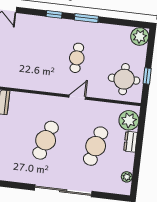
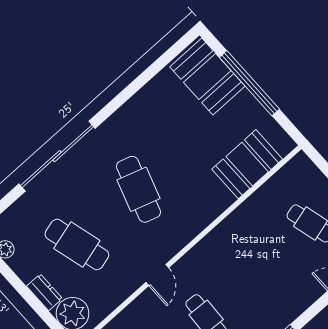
cafe table: (96, 146) -> (77, 244), turned -30

